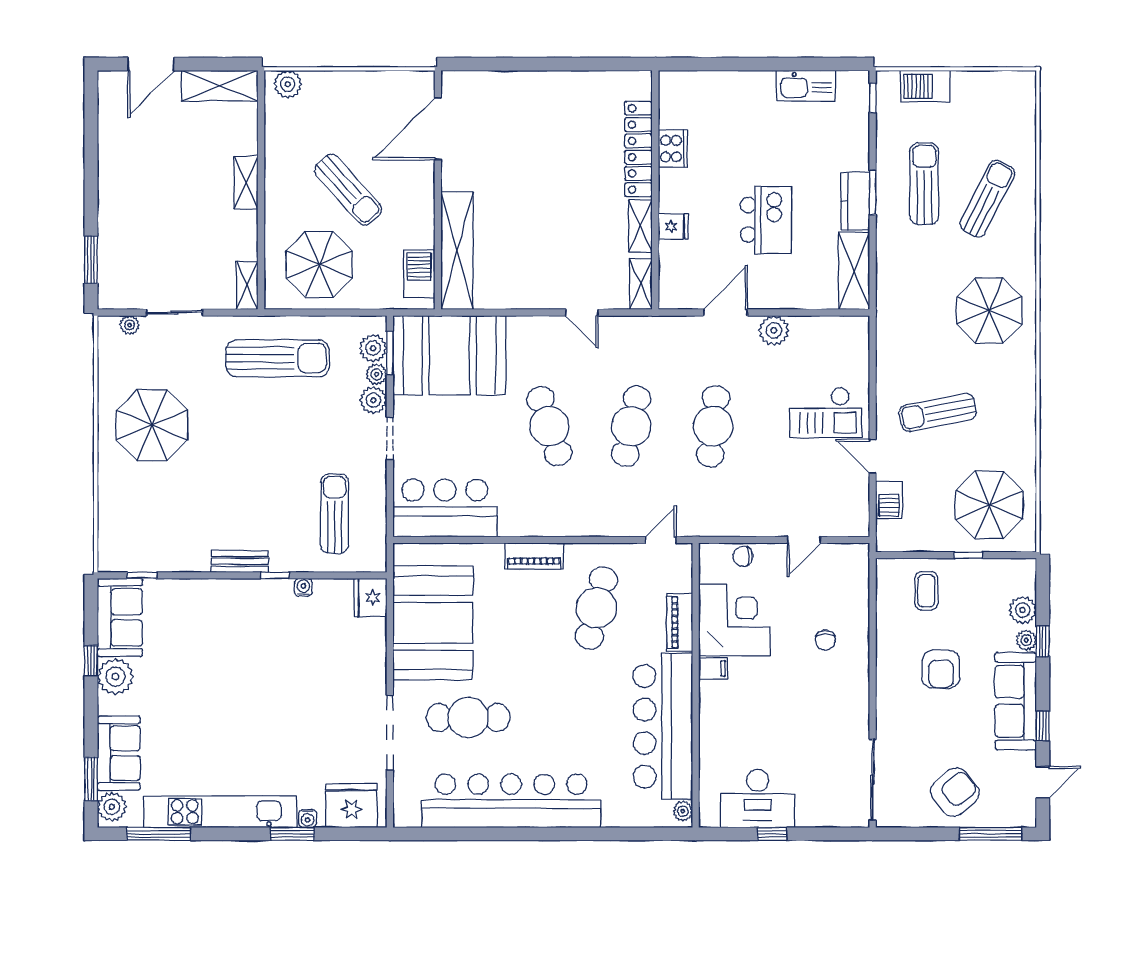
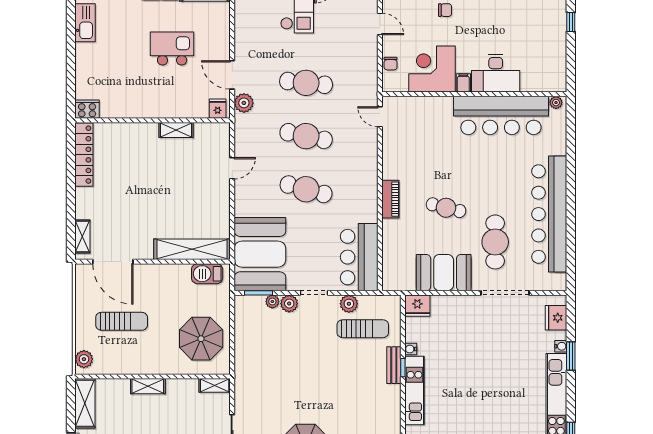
locker: (638, 149) -> (84, 155), moved, turned -90
cooker: (673, 149) -> (87, 109), moved
sun lounger: (348, 190) -> (122, 321), moved, turned 42
fridge: (673, 226) -> (218, 109), moved
shelving: (641, 284) -> (82, 237), moved, turned 90
plant: (774, 330) -> (244, 103), moved
plant: (373, 348) -> (349, 304), moved
sun lounger: (278, 358) -> (262, 366), removed
cafe table: (549, 426) -> (306, 189), turned 33
sun lounger: (335, 514) -> (363, 329), turned 180
bench: (240, 561) -> (394, 365), moved
kitchen unit: (239, 593) -> (415, 391), added
cafe table: (596, 608) -> (446, 208), moved, width x0.73, depth x0.74
piano: (680, 622) -> (433, 105), removed
booth: (433, 623) -> (444, 273), width x0.73, depth x0.70
desk: (758, 798) -> (496, 73), moved, turned 90
fridge: (351, 806) -> (556, 318), width x0.73, depth x0.75
window: (772, 834) -> (571, 22), moved

